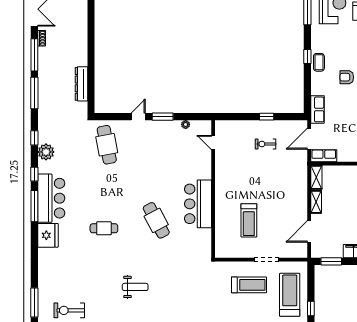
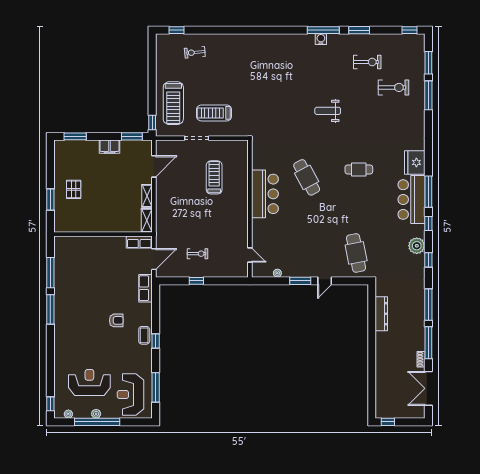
window: (311, 309) -> (152, 122), moved

